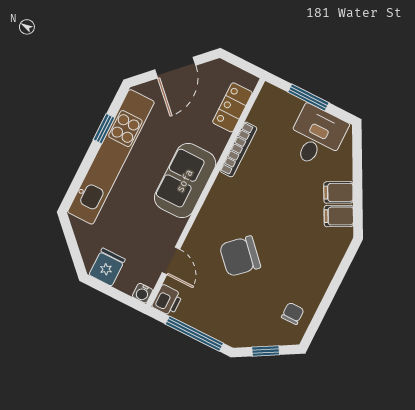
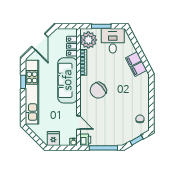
plant: (270, 111) -> (88, 40), added
sofa: (185, 181) -> (68, 80), width x1.36
chair: (240, 256) -> (98, 90), moved

